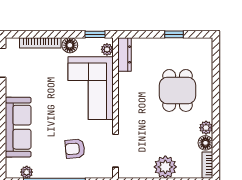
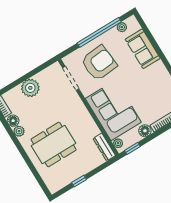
dining table: (178, 90) -> (54, 145), width x1.38
sofa: (18, 127) -> (143, 49), width x0.73
armchair: (75, 149) -> (99, 63), width x1.88, depth x1.88

